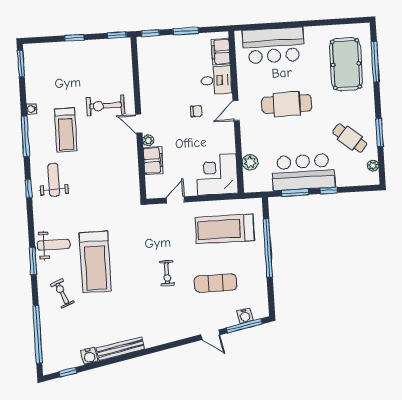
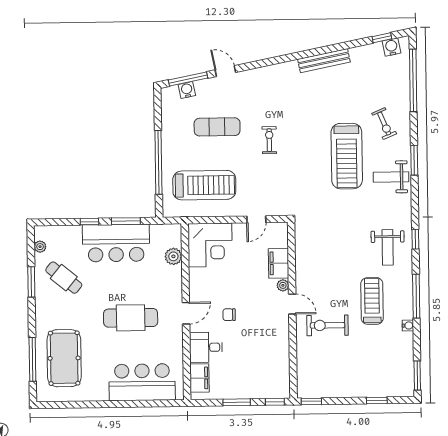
window: (74, 38) -> (377, 400), moved
exercise bike: (106, 106) -> (328, 325), turned 180
treadmill: (95, 262) -> (347, 156), turned 180
water cooler: (89, 356) -> (392, 47), moved

